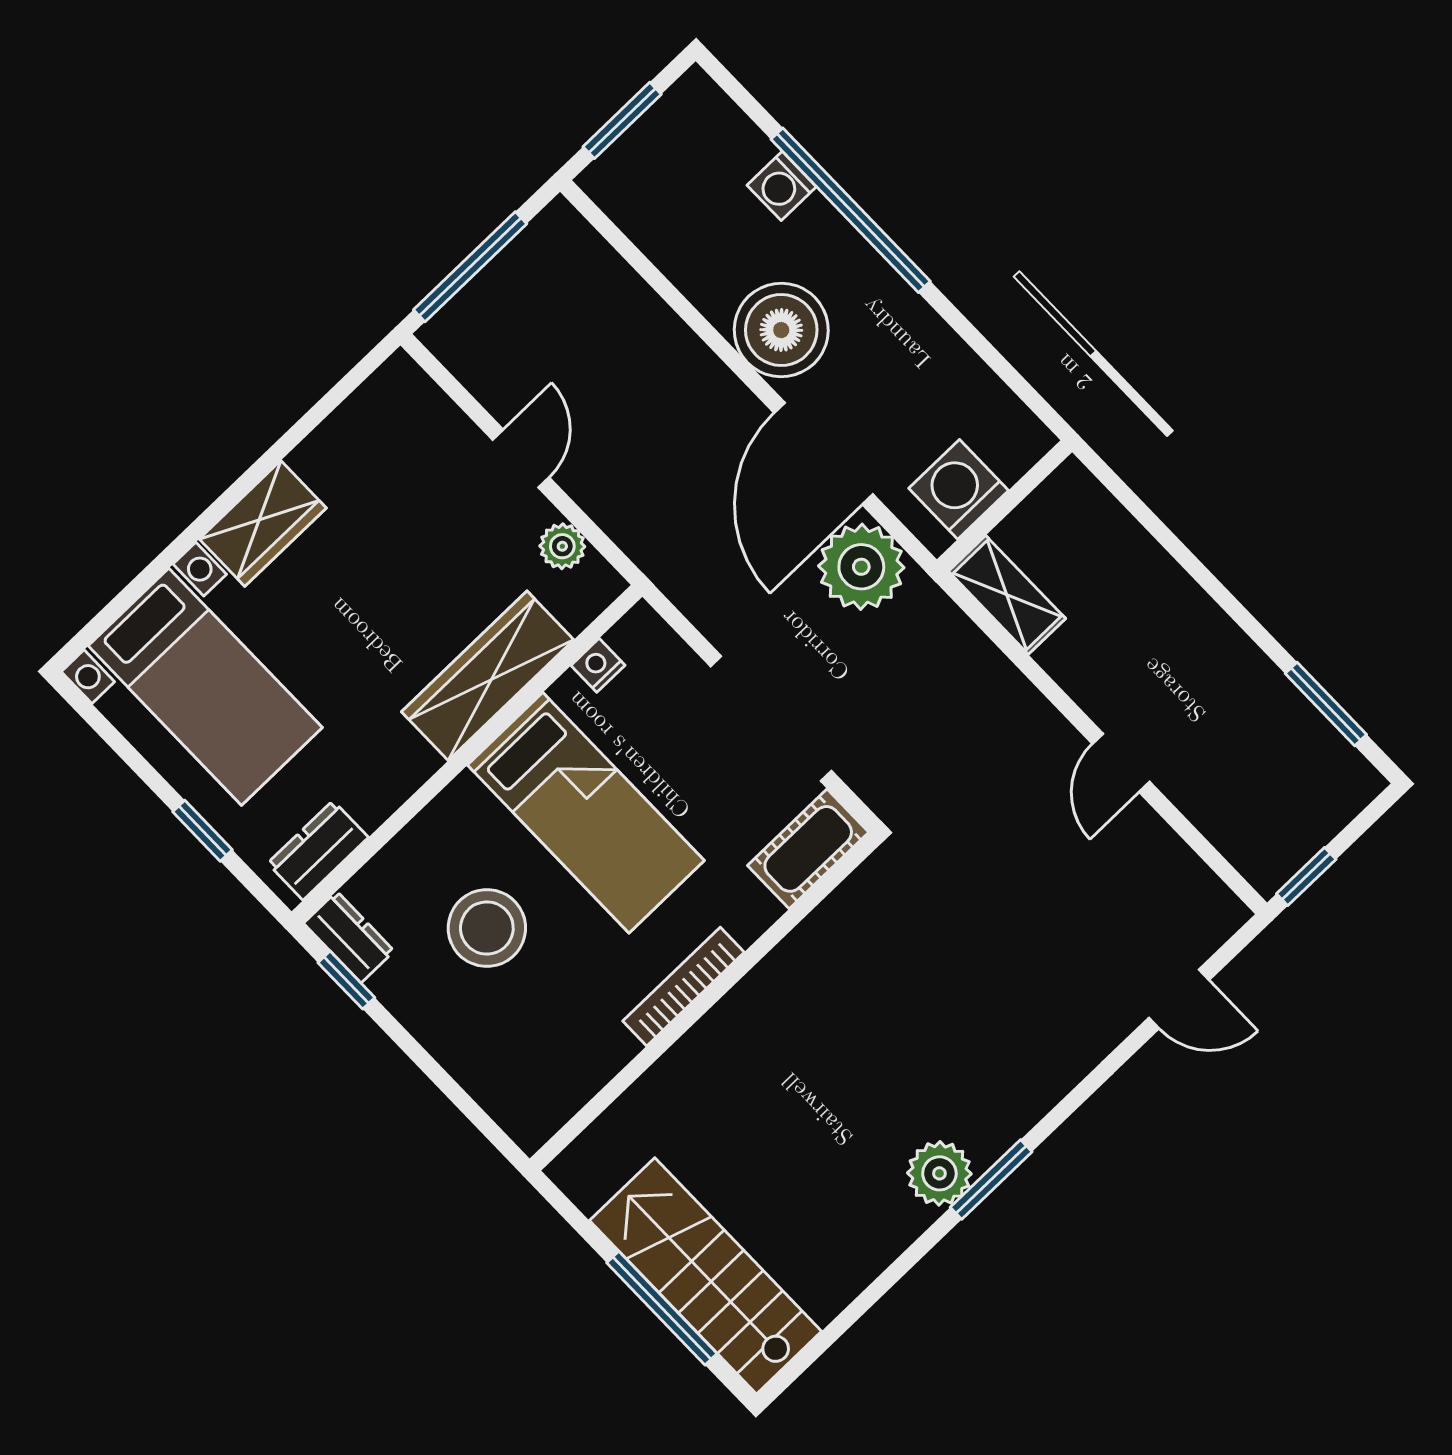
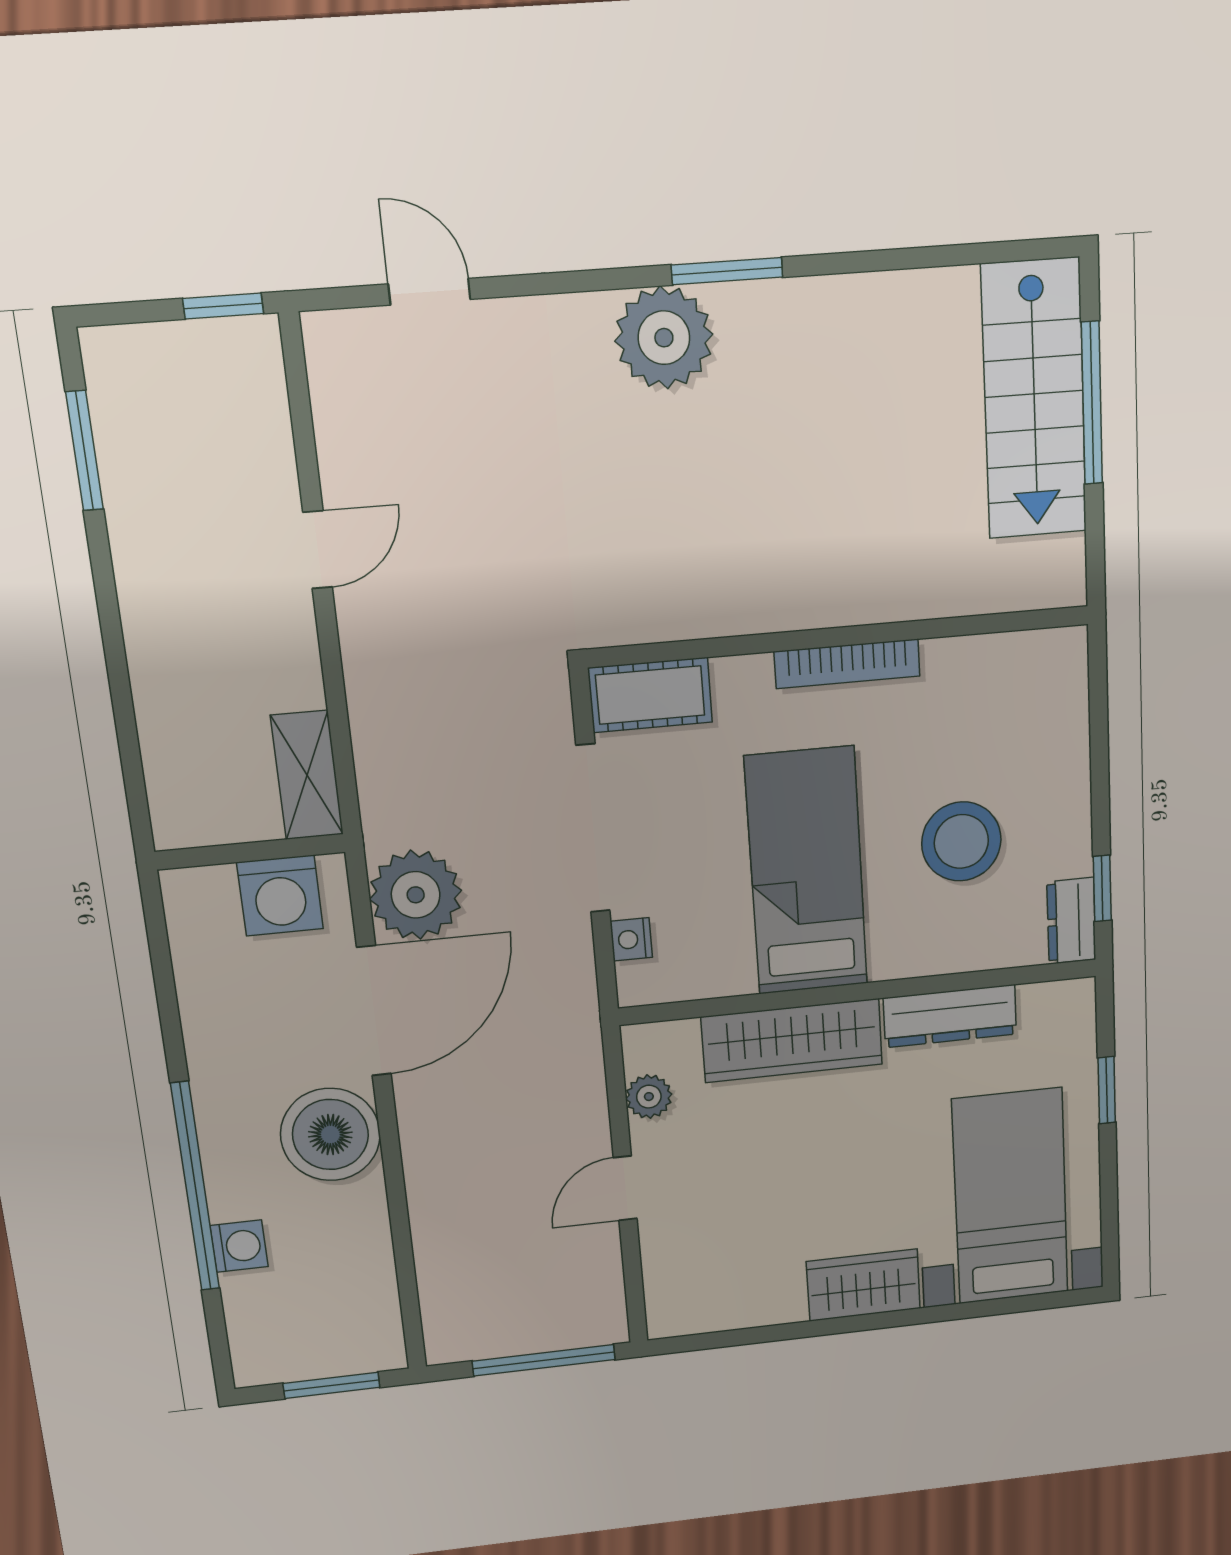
nightstand: (598, 665) -> (631, 939), moved, turned 90
dresser: (318, 850) -> (950, 1016), moved, width x1.44
plant: (939, 1173) -> (664, 338), moved, width x1.36, depth x1.36

